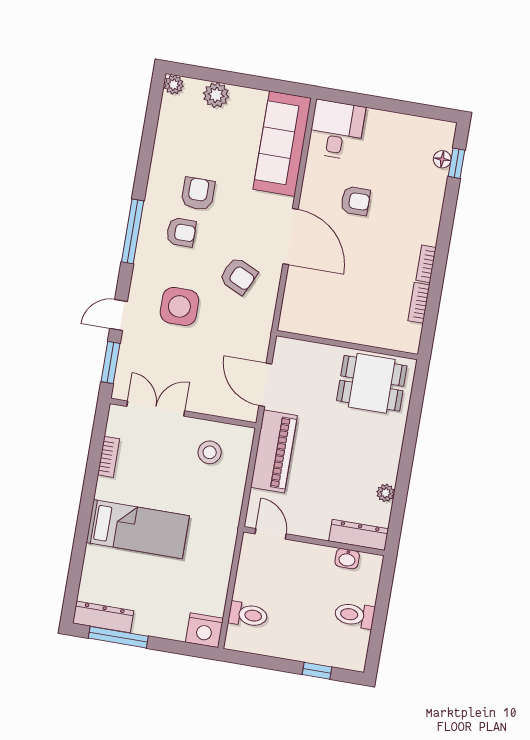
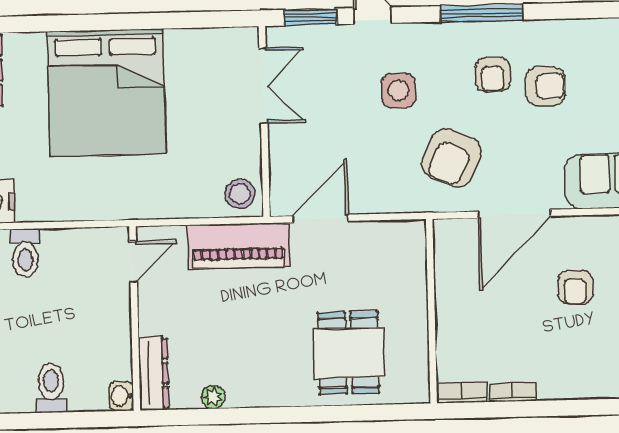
armchair: (238, 276) -> (452, 158), width x1.38, depth x1.38
side table: (179, 306) -> (398, 91), width x0.73, depth x0.73
wall: (347, 345) -> (431, 311), moved
stool: (210, 452) -> (240, 194), moved
bookcase: (109, 457) -> (191, 38), removed
bed: (138, 529) -> (106, 93), width x2.04
washbasin: (347, 559) -> (121, 396), moved

